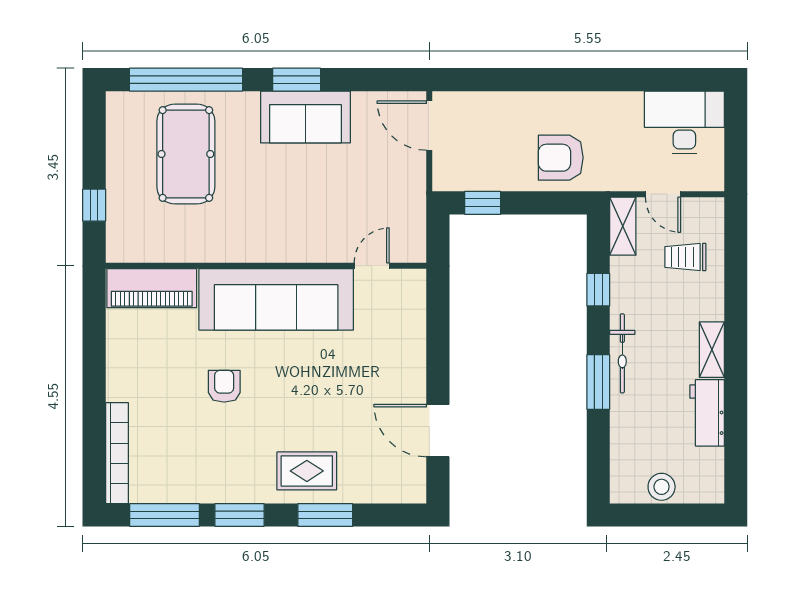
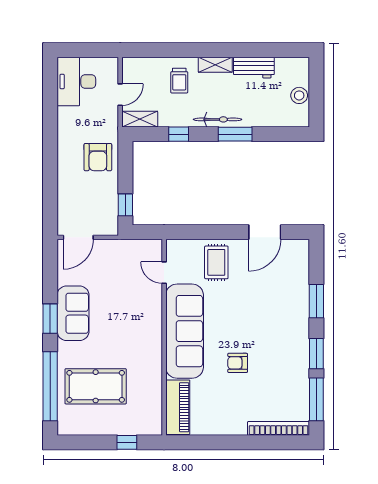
trolley: (685, 257) -> (179, 81), moved
rug: (307, 471) -> (216, 262), moved

